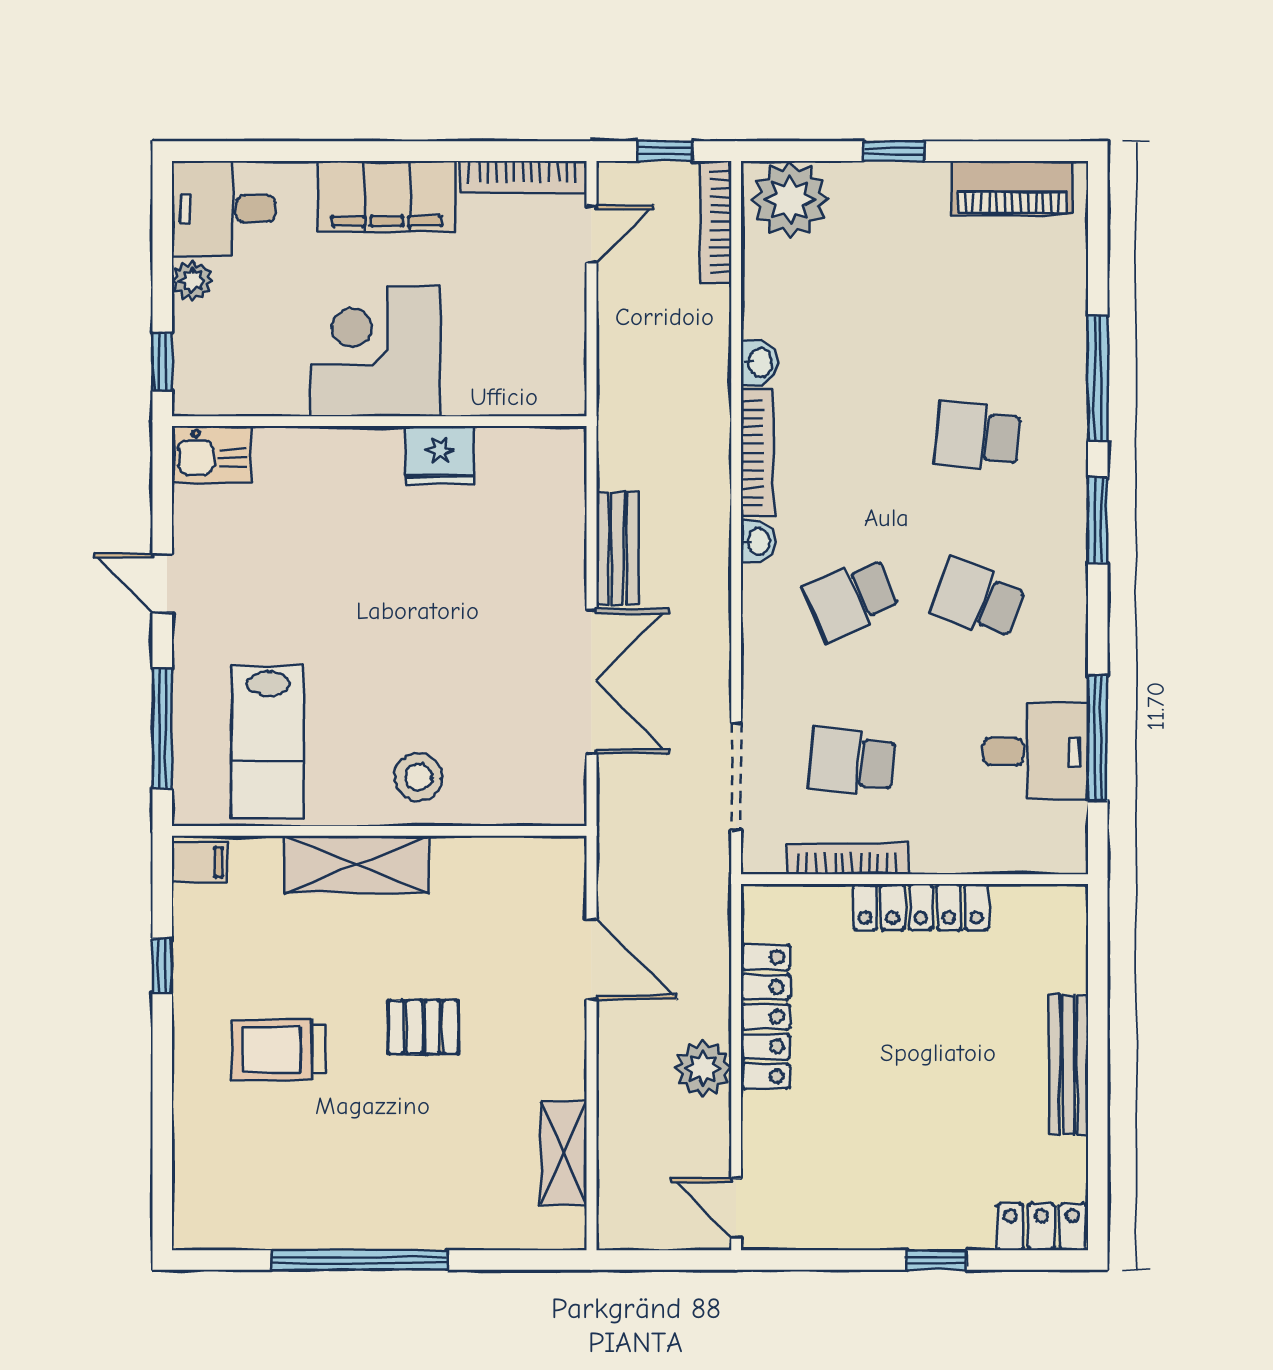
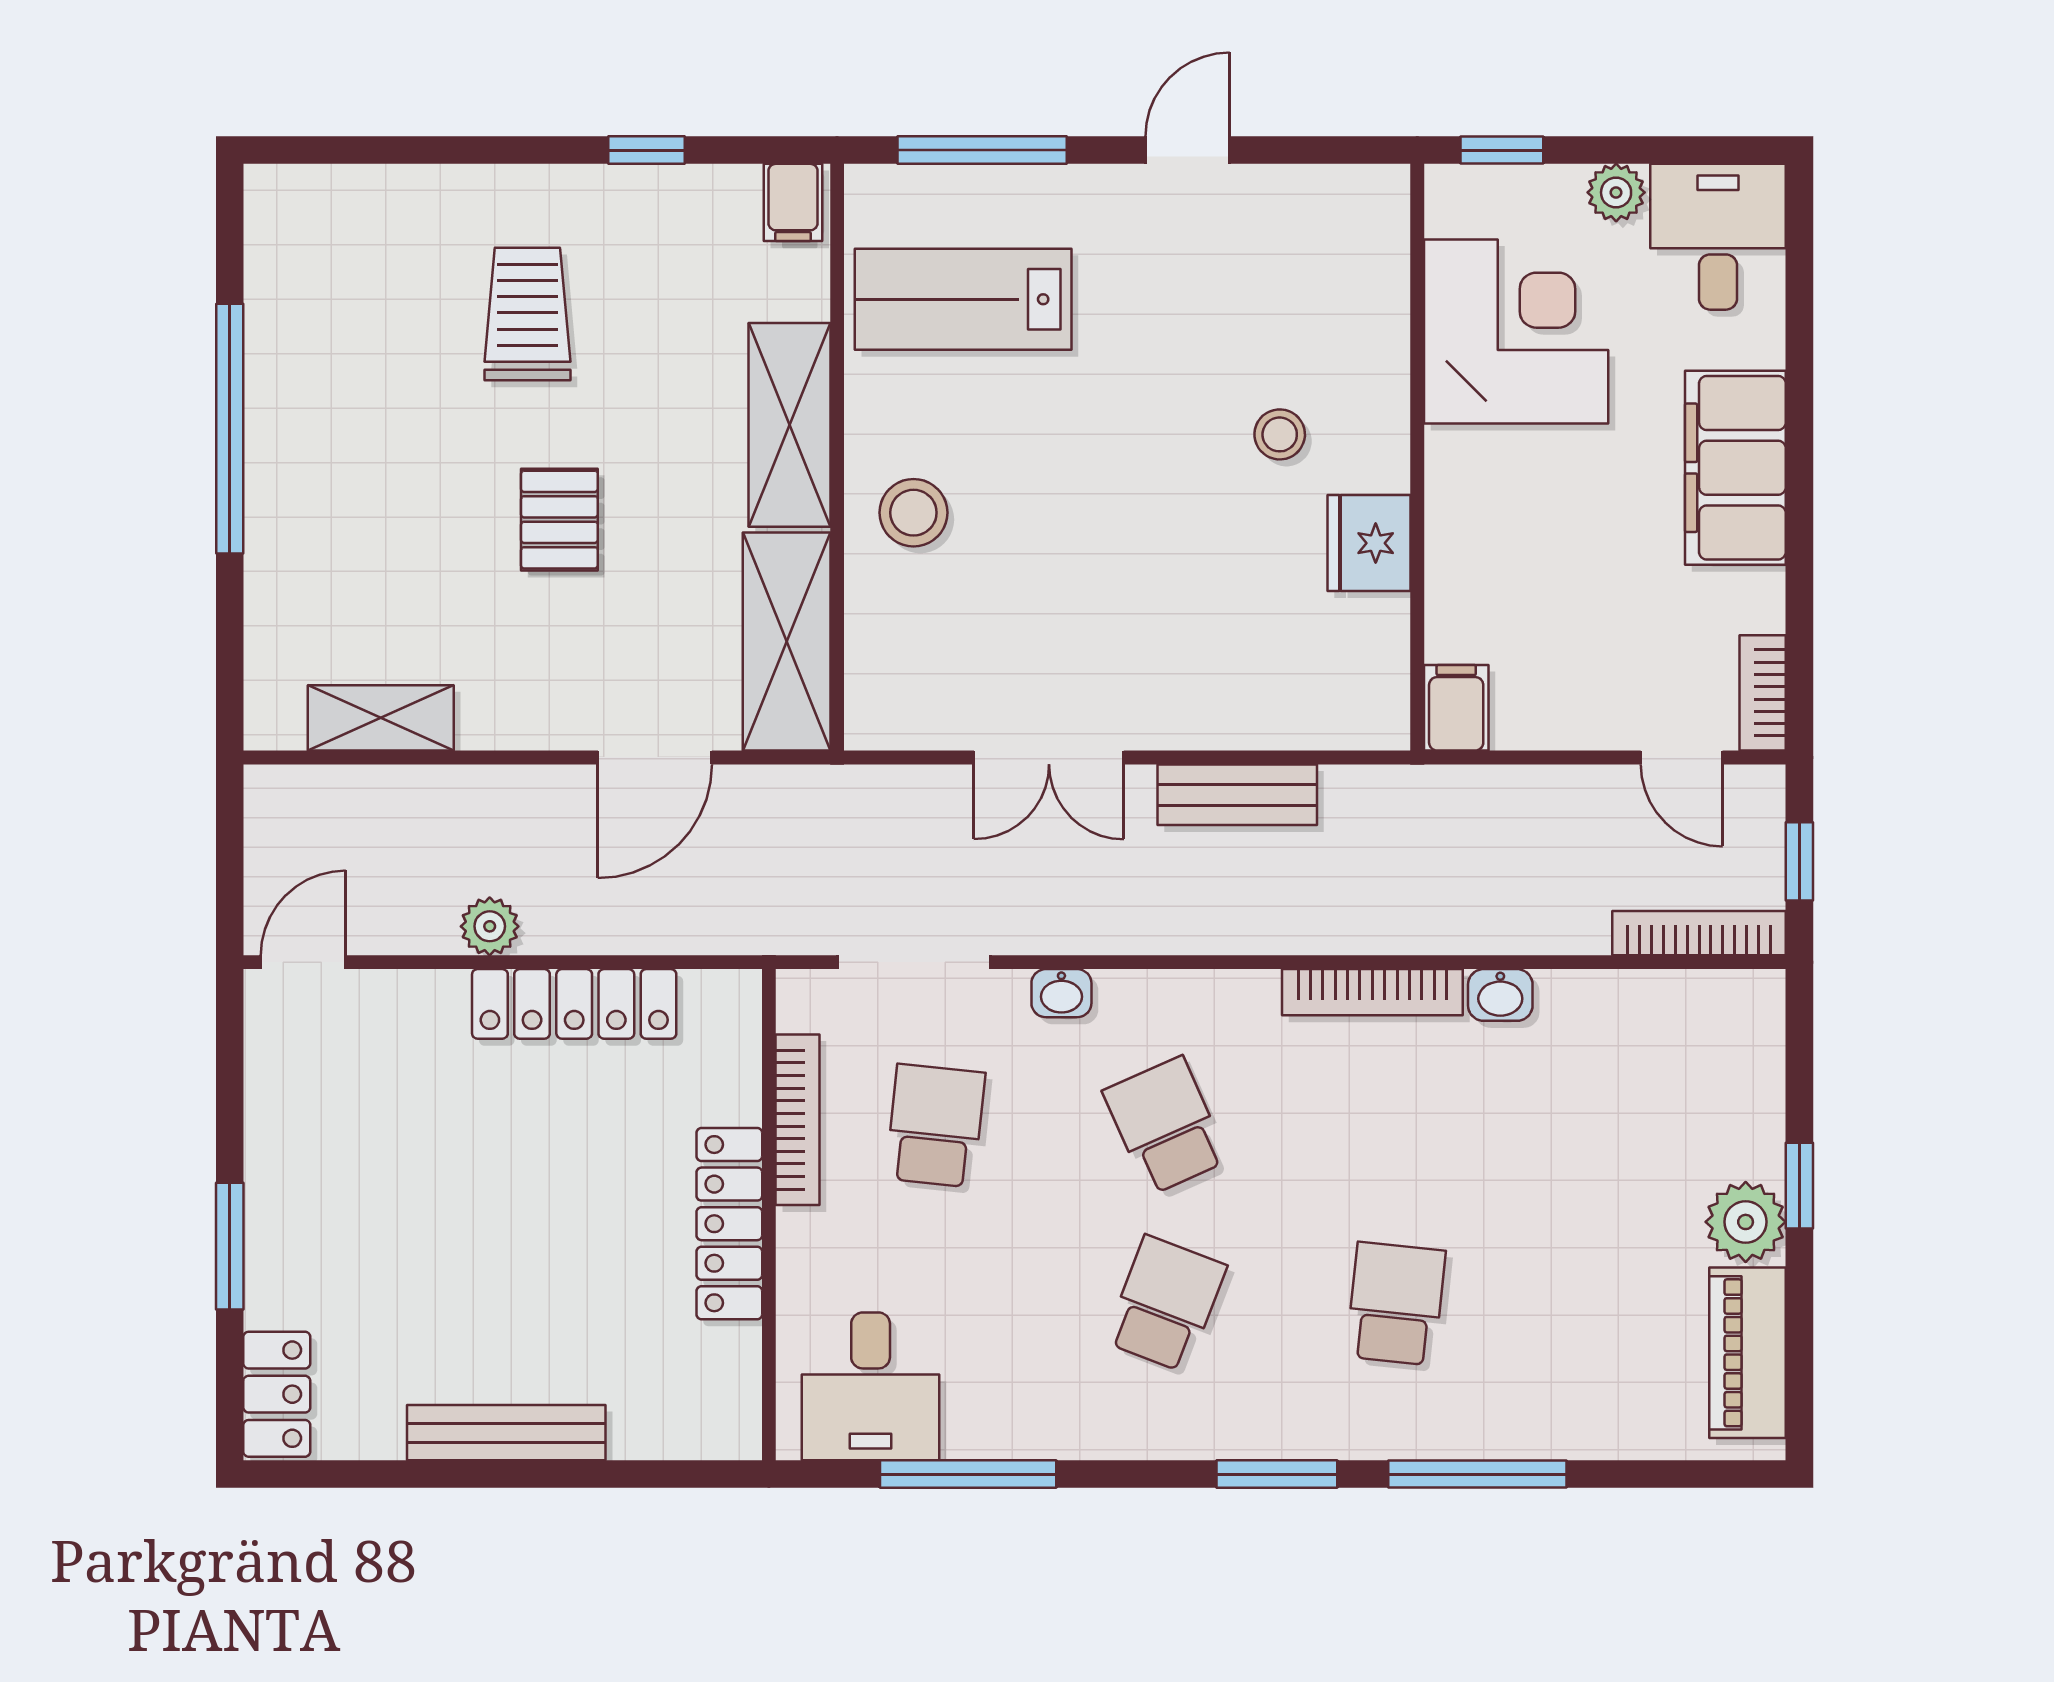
bookcase: (523, 177) -> (1763, 693), width x0.64
plant: (790, 199) -> (1746, 1222), moved, width x0.73, depth x0.73
corner desk: (375, 351) -> (1516, 331), moved
filing cabinet: (556, 394) -> (1456, 708), added
kitchen sink: (212, 455) -> (1370, 220), removed
stool: (363, 518) -> (1280, 434), added
washbasin: (758, 542) -> (1061, 993), moved
double door: (591, 681) -> (1049, 757), width x0.73
desk: (1036, 751) -> (871, 1386), moved
shelving: (510, 867) -> (787, 641), added
plant: (703, 1069) -> (490, 926), width x0.73, depth x0.73
window: (937, 1260) -> (230, 1246), width x1.50

